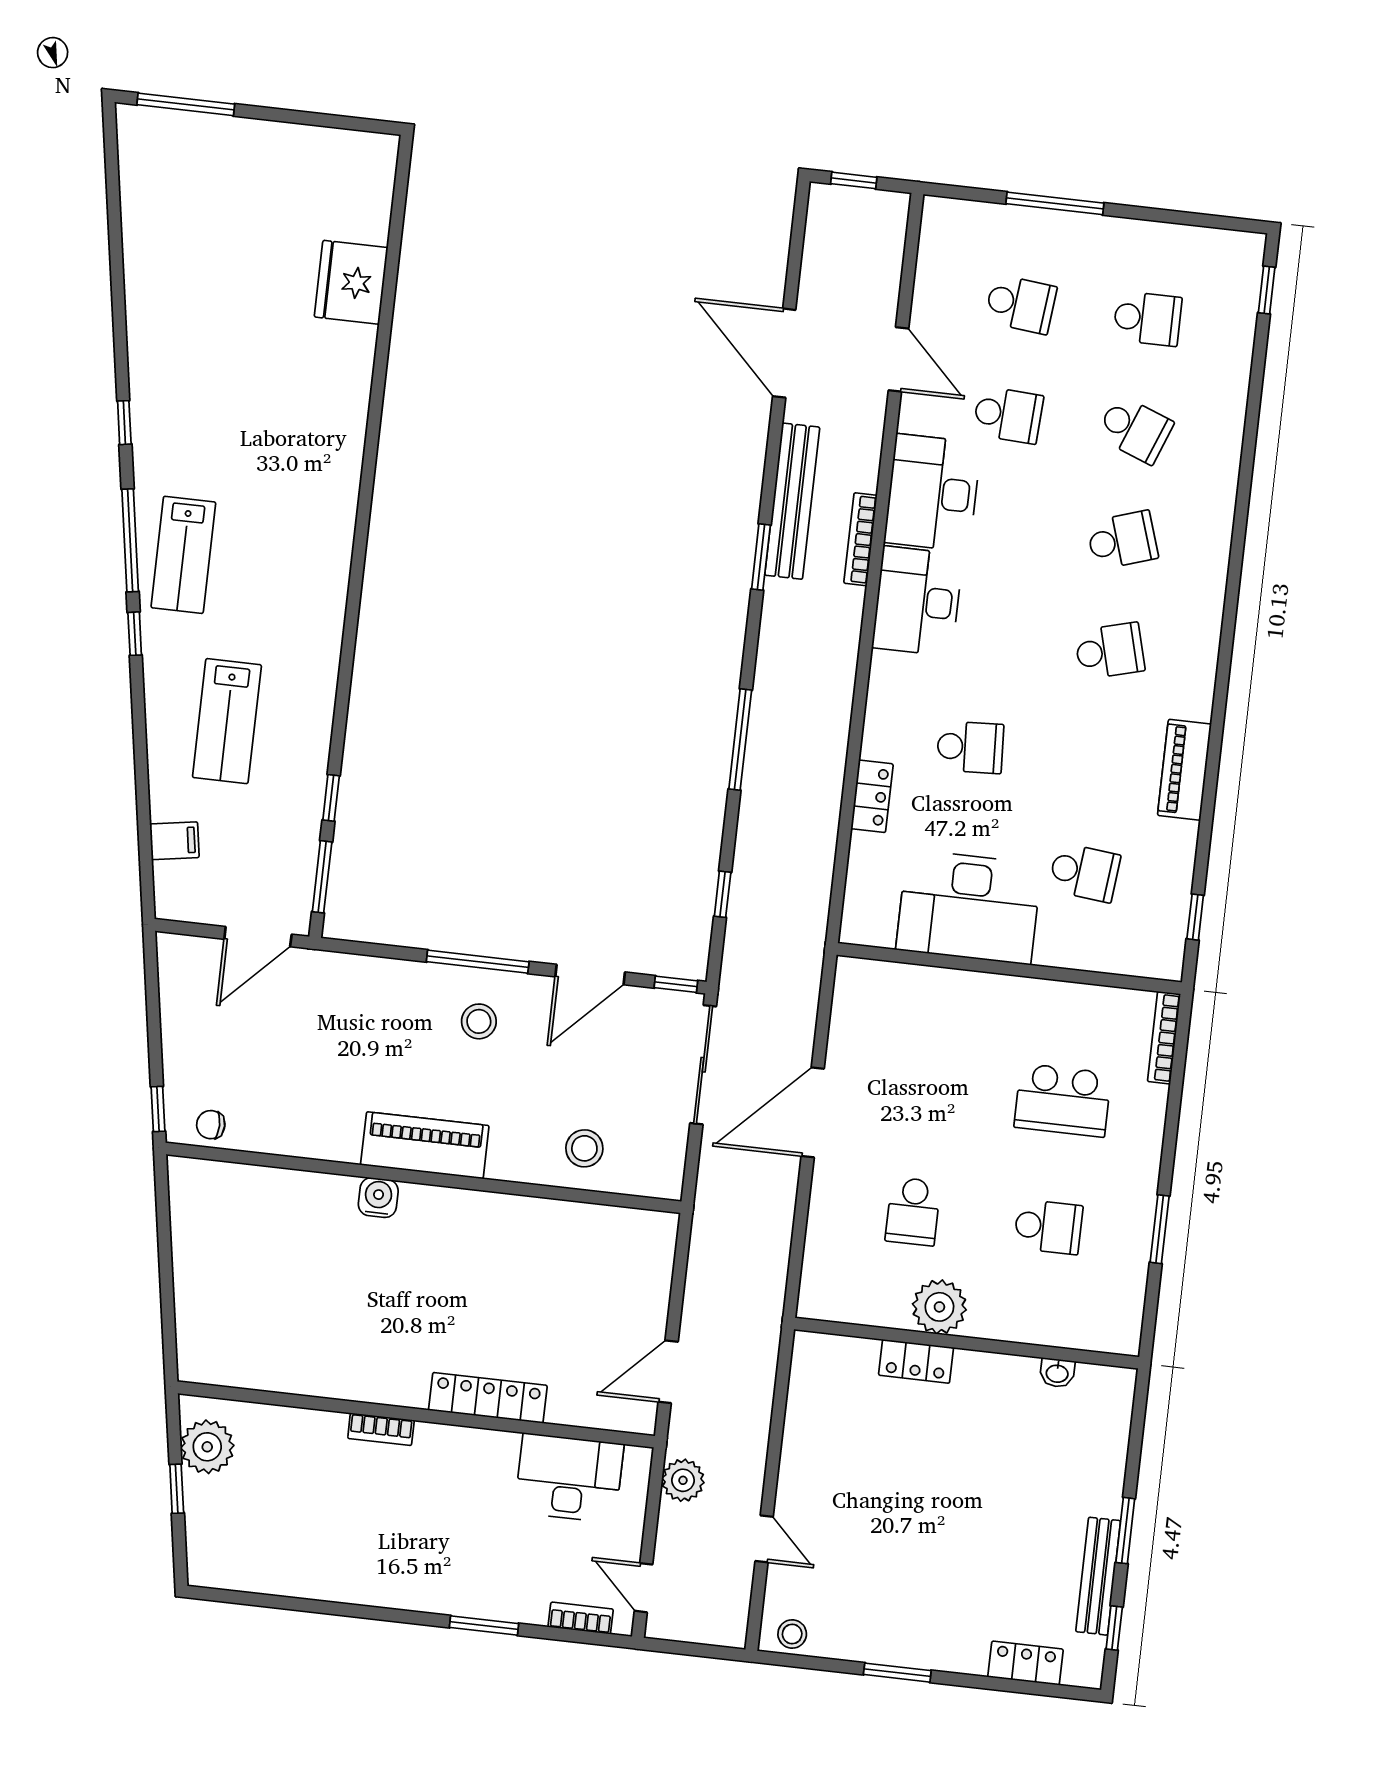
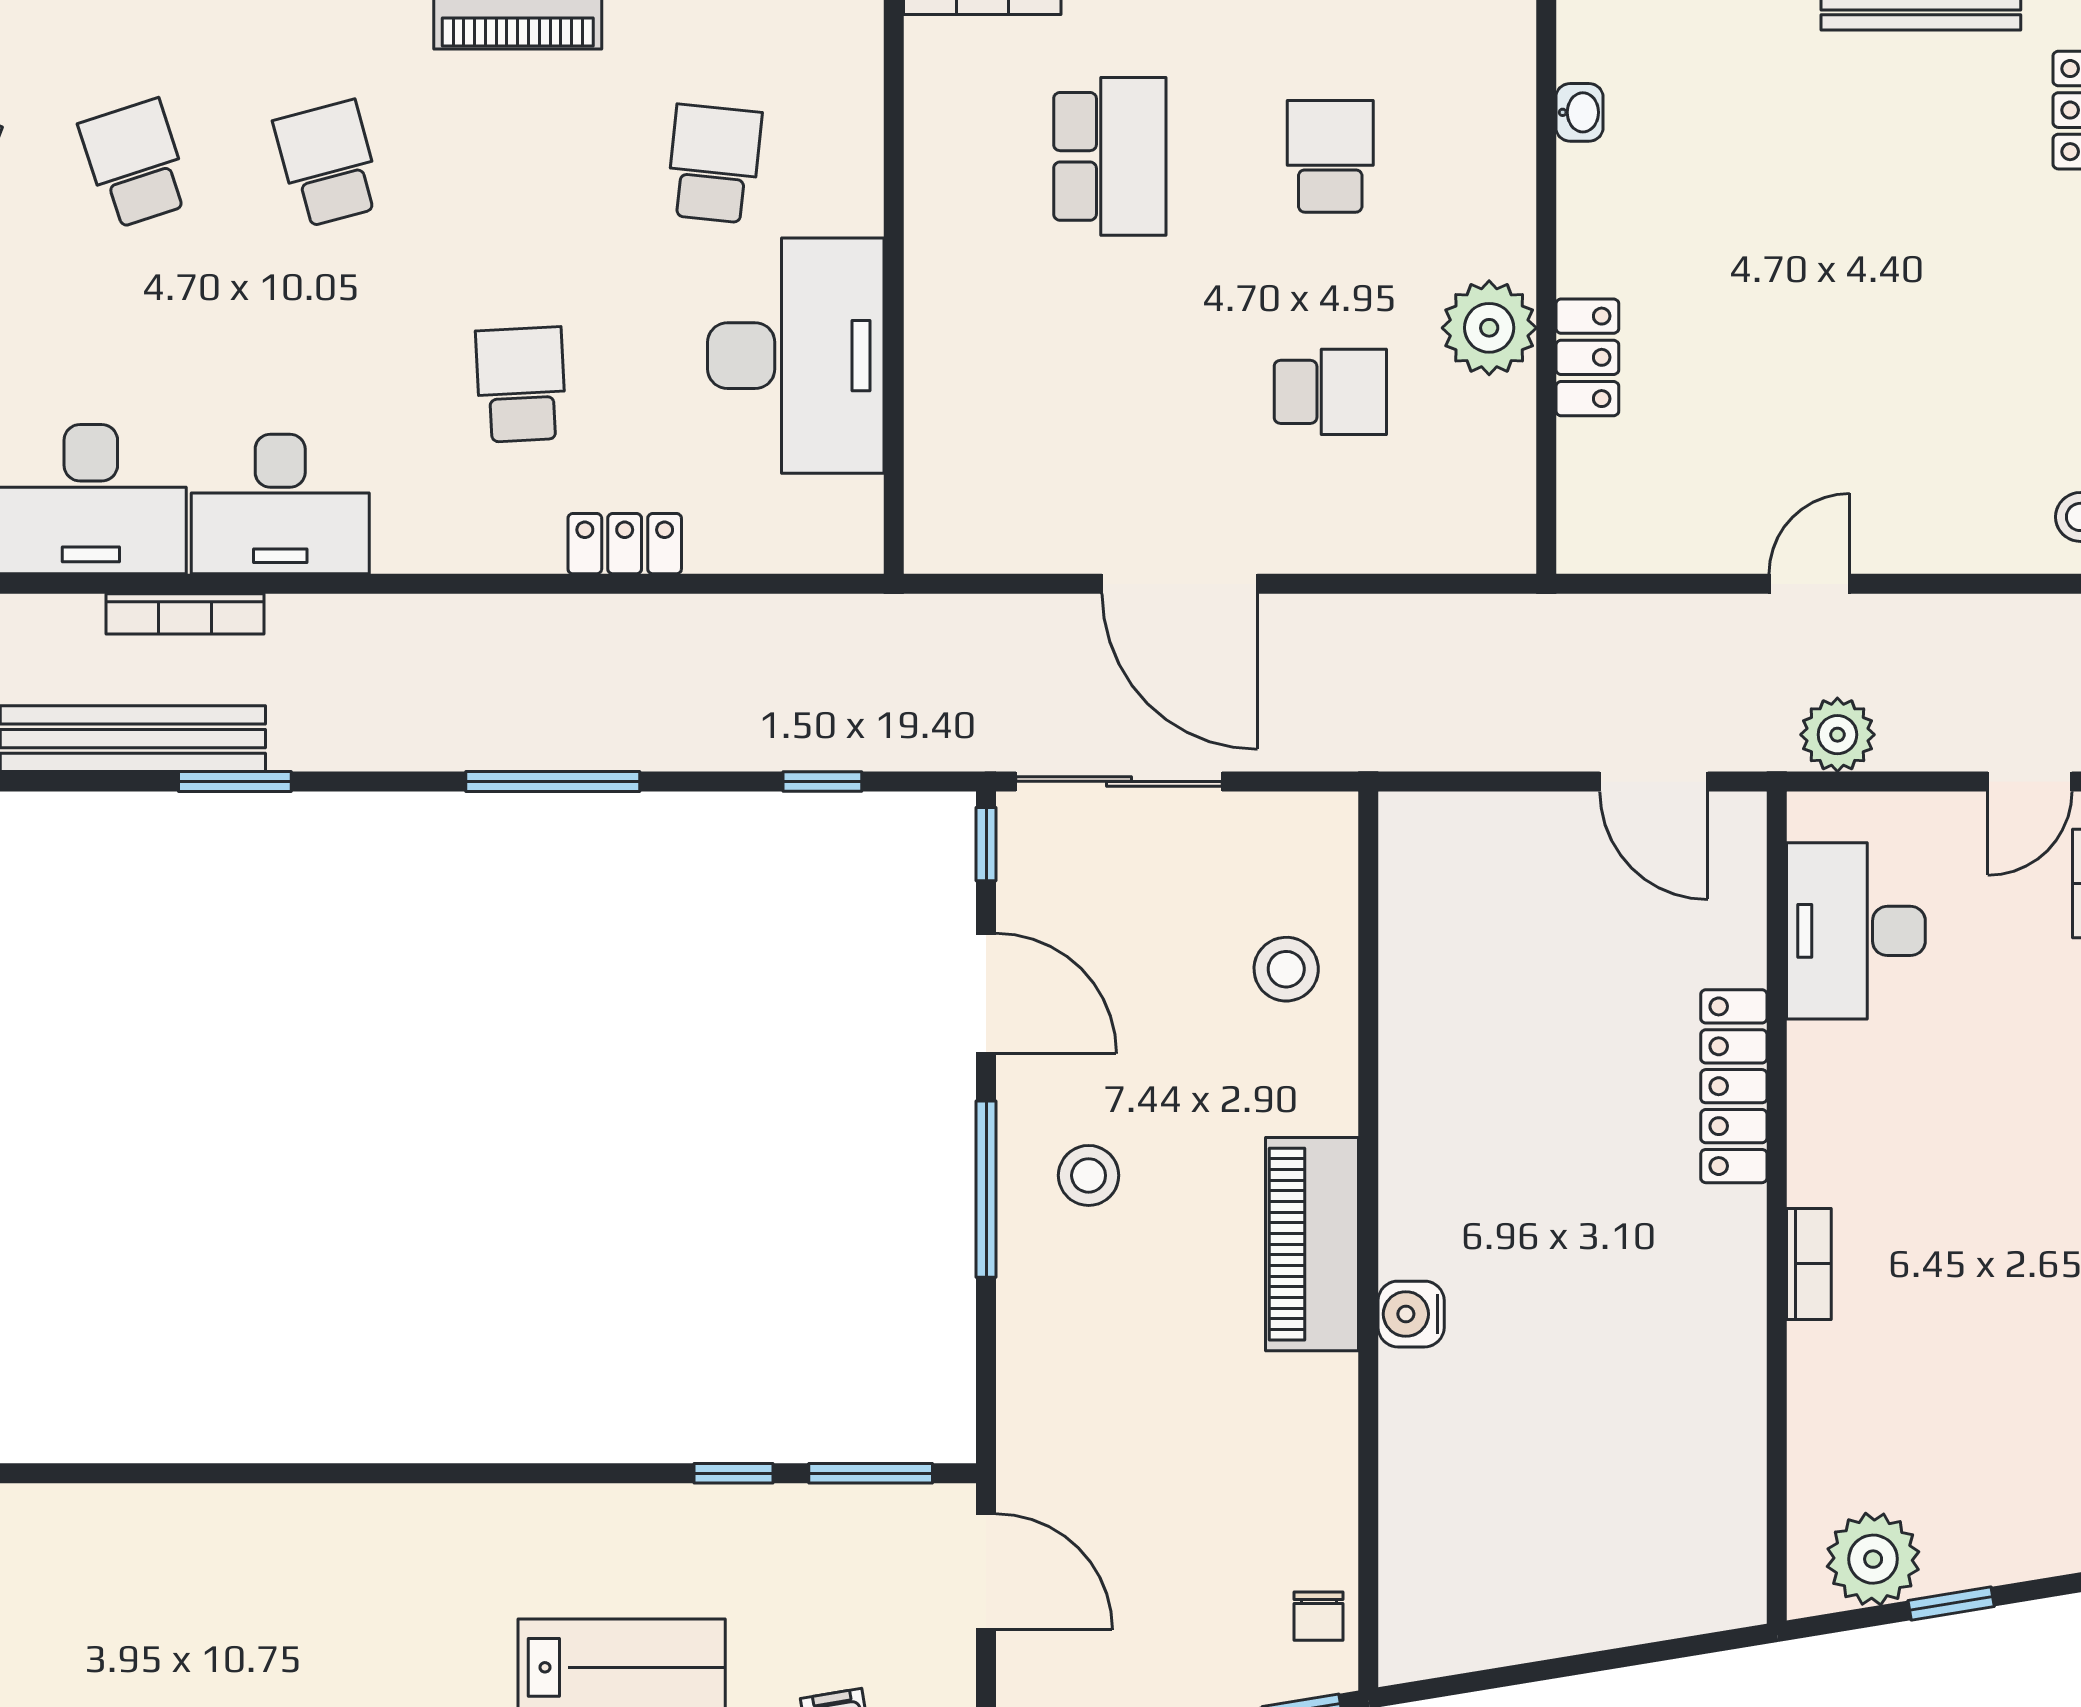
door: (764, 1539) -> (1809, 584), moved

